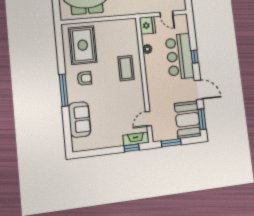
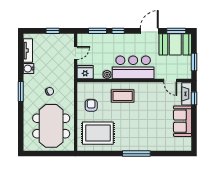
window: (192, 35) -> (98, 31), added
bar counter: (180, 56) -> (133, 67), moved, turned 180
armchair: (84, 78) -> (91, 105), moved
sofa: (79, 120) -> (183, 121), moved, turned -90

